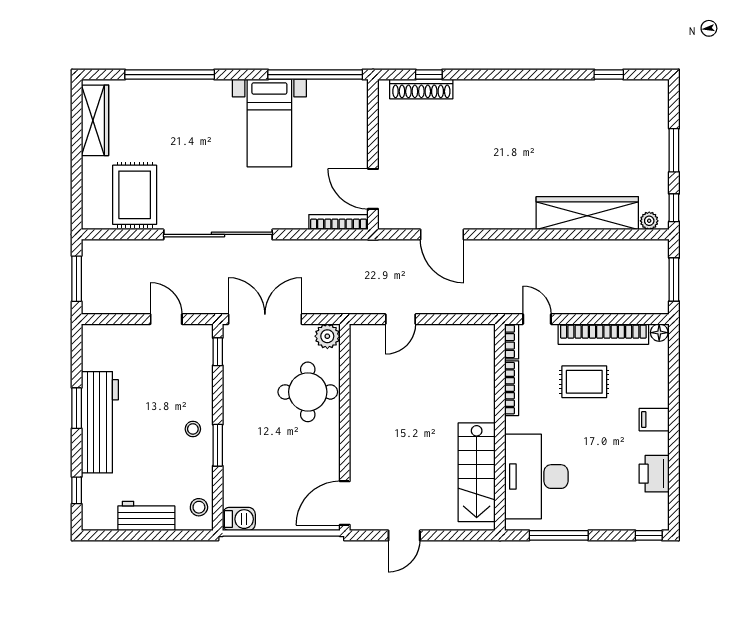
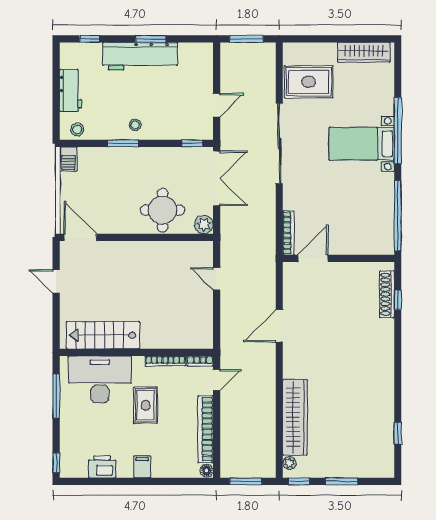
window: (170, 75) -> (398, 131), moved
bed with nightstands: (269, 123) -> (362, 144), moved
door: (442, 234) -> (279, 326), moved
rug: (584, 382) -> (146, 405), moved

